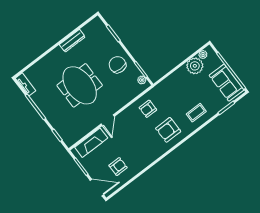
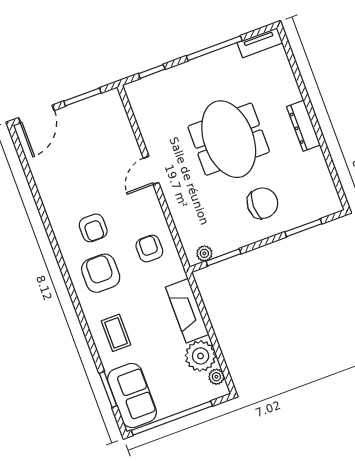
dresser: (72, 41) -> (303, 126), moved
chair: (118, 65) -> (262, 203), moved
sofa: (226, 83) -> (132, 396), moved, turned 90
meeting table: (80, 85) -> (229, 139), turned 90
door: (108, 120) -> (151, 170), hinge flipped
fireplace: (91, 143) -> (187, 311), moved
armchair: (118, 167) -> (93, 228), moved

